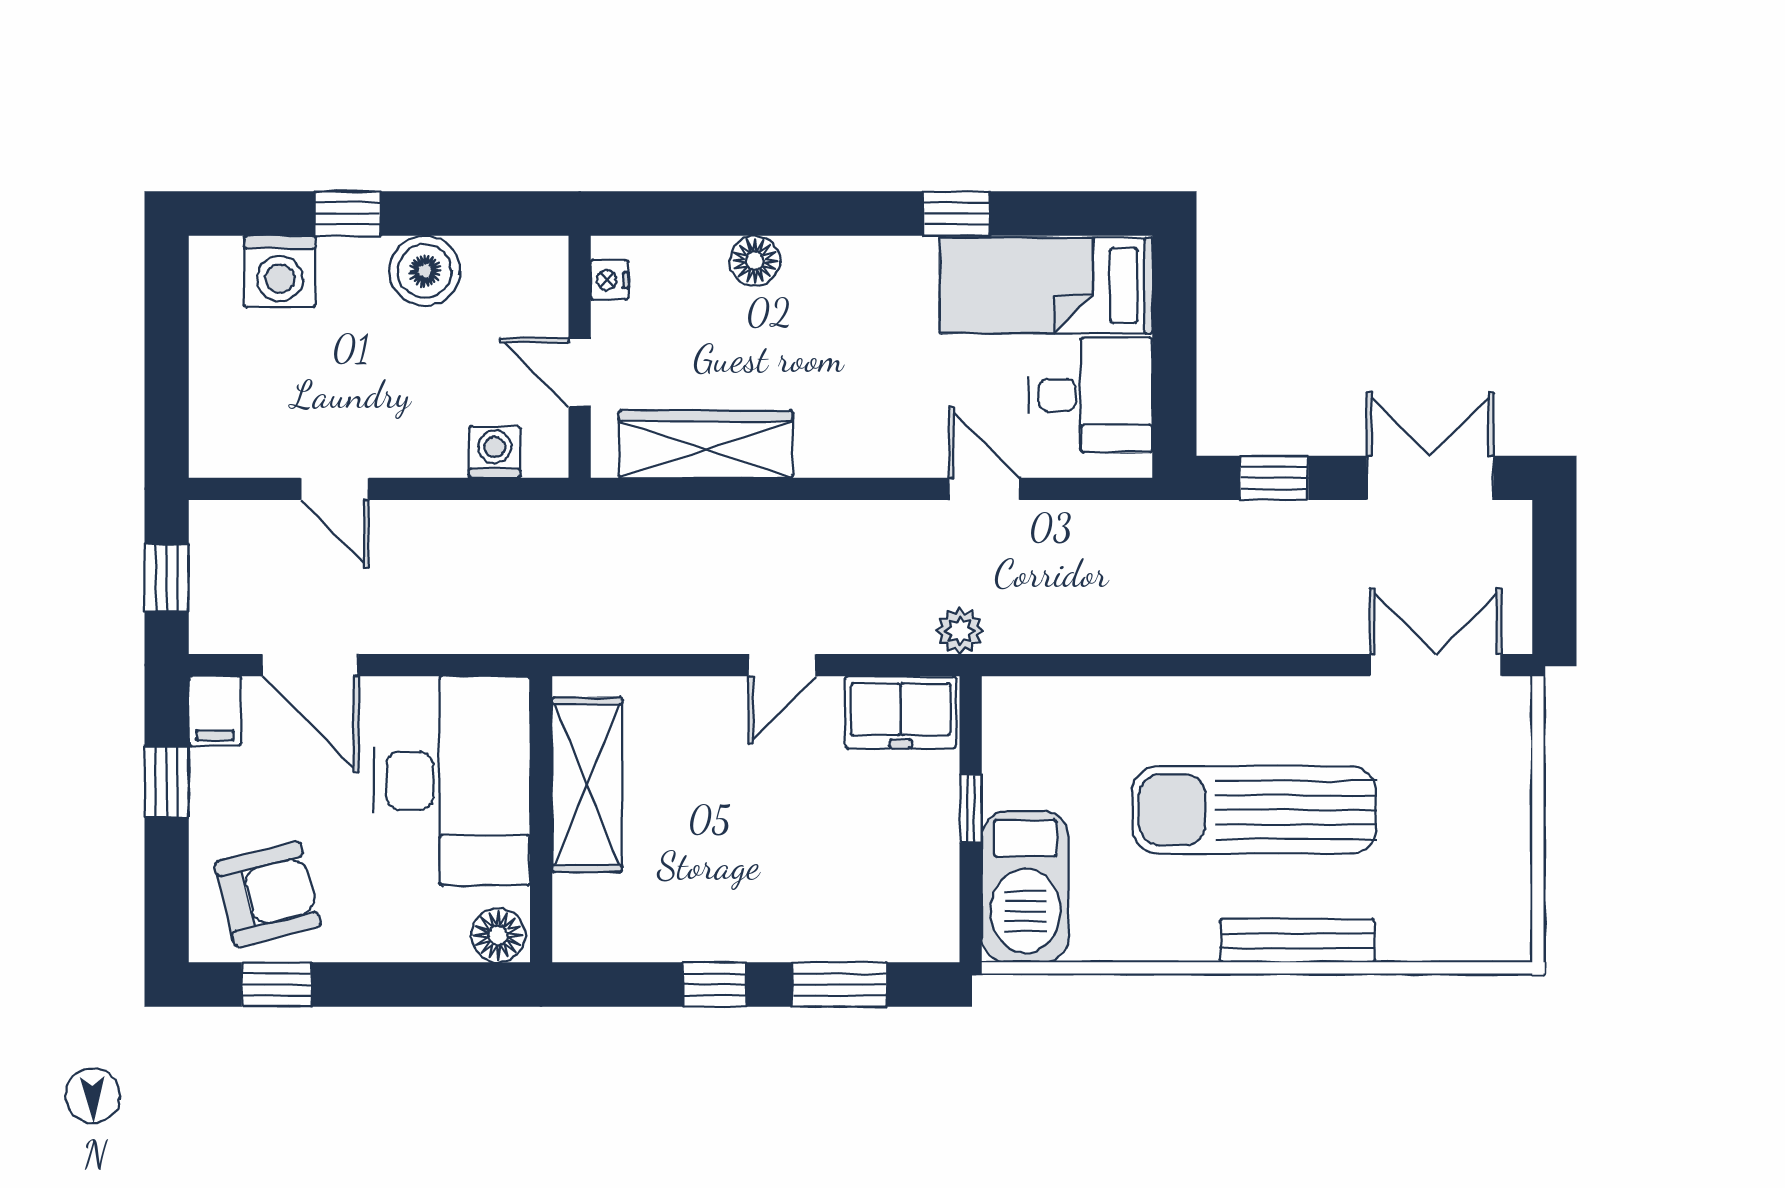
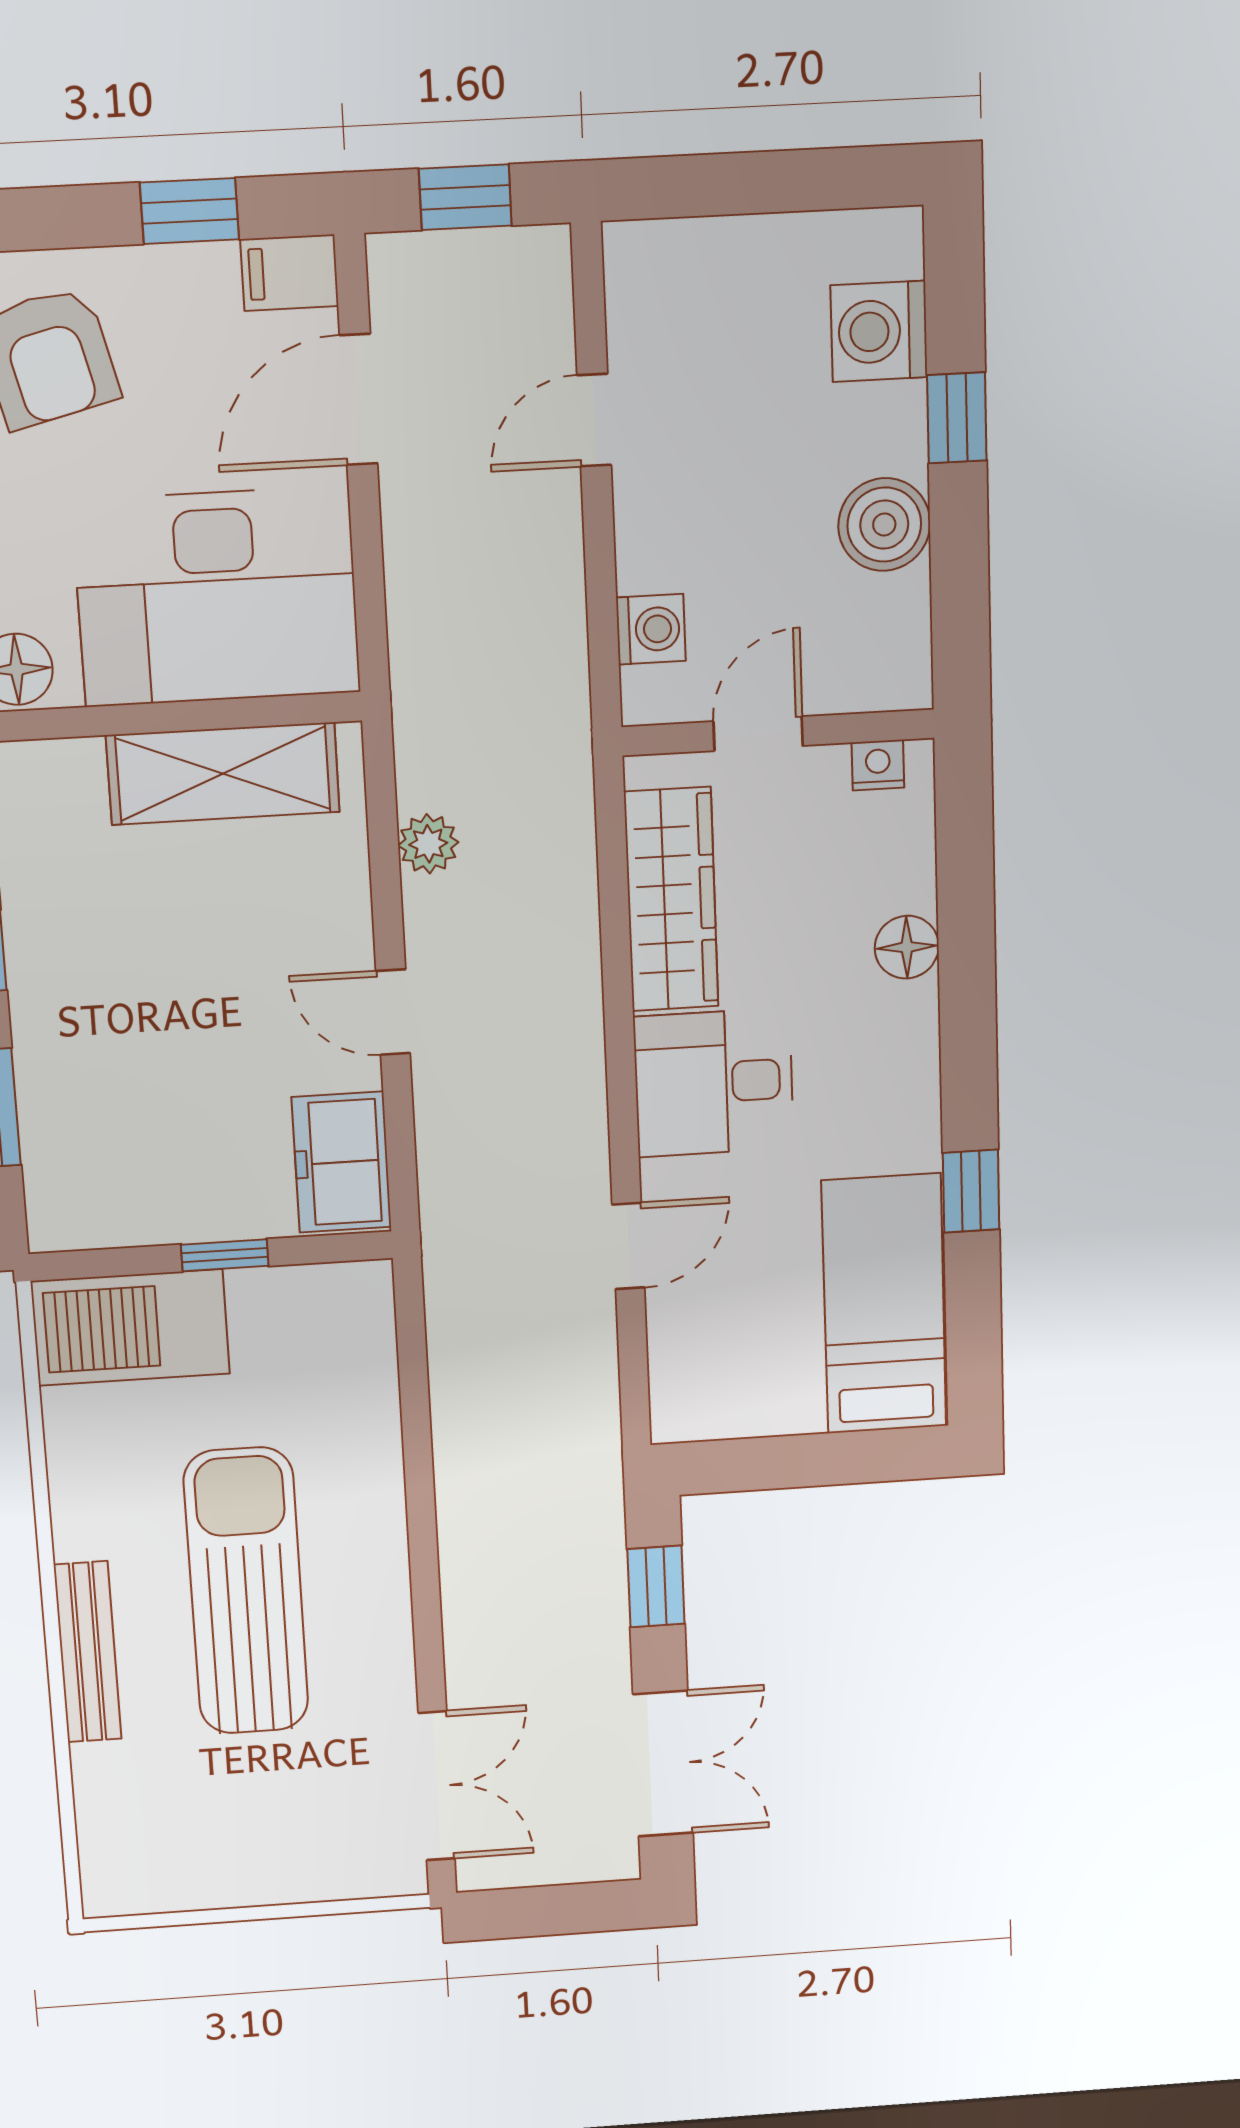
desk: (1091, 395) -> (714, 1083), moved, turned 90
plant: (960, 631) -> (428, 844), moved

